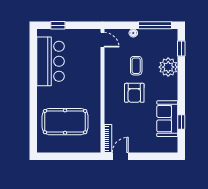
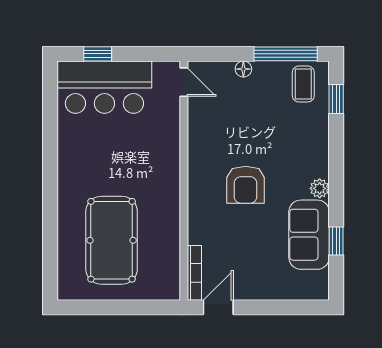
bar counter: (50, 61) -> (104, 87), moved, turned 90
coffee table: (136, 66) -> (303, 84), moved
plant: (168, 67) -> (320, 188), moved, width x0.53, depth x0.53
pool table: (65, 122) -> (112, 240), turned 90

